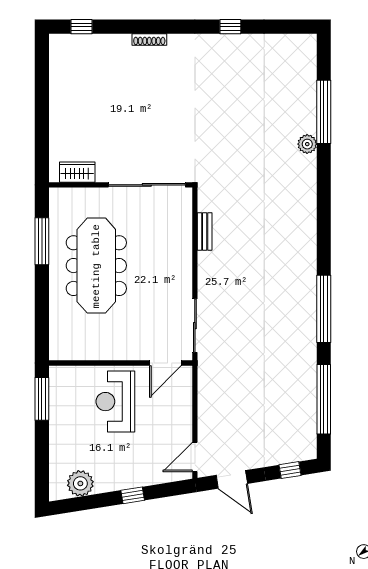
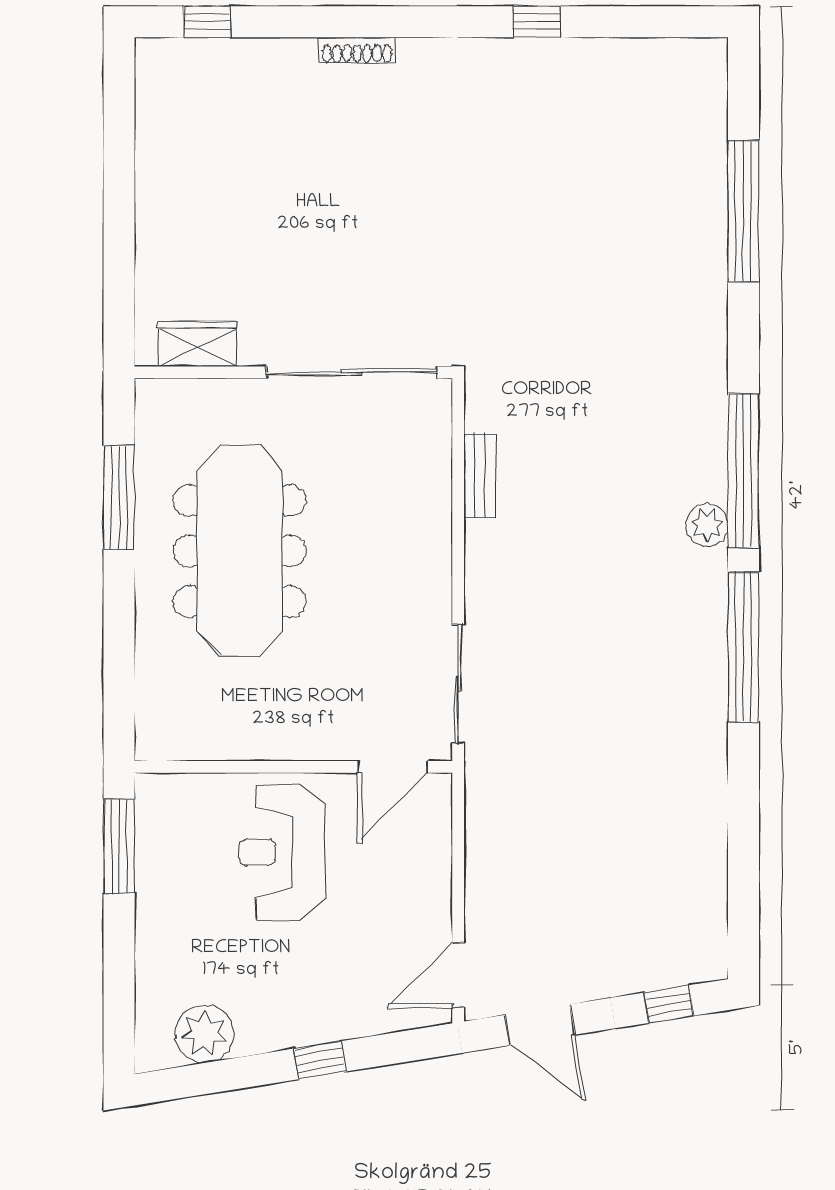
plant: (307, 144) -> (707, 525), moved
window: (324, 399) -> (744, 471), moved

